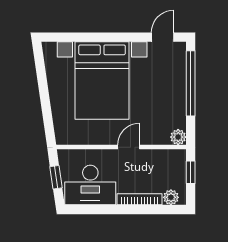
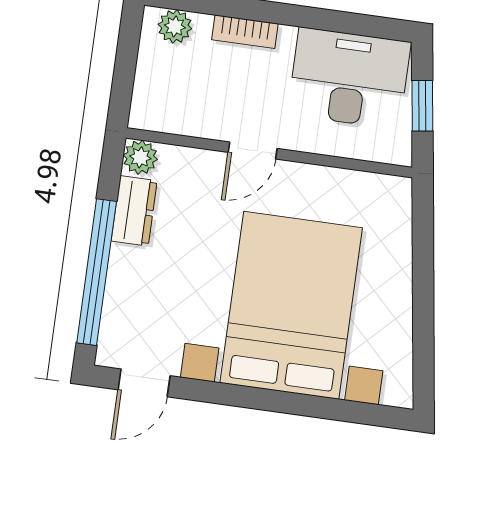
dresser: (178, 113) -> (134, 211), added
window: (191, 172) -> (124, 76), removed
bookcase: (139, 199) -> (245, 32), width x0.64

